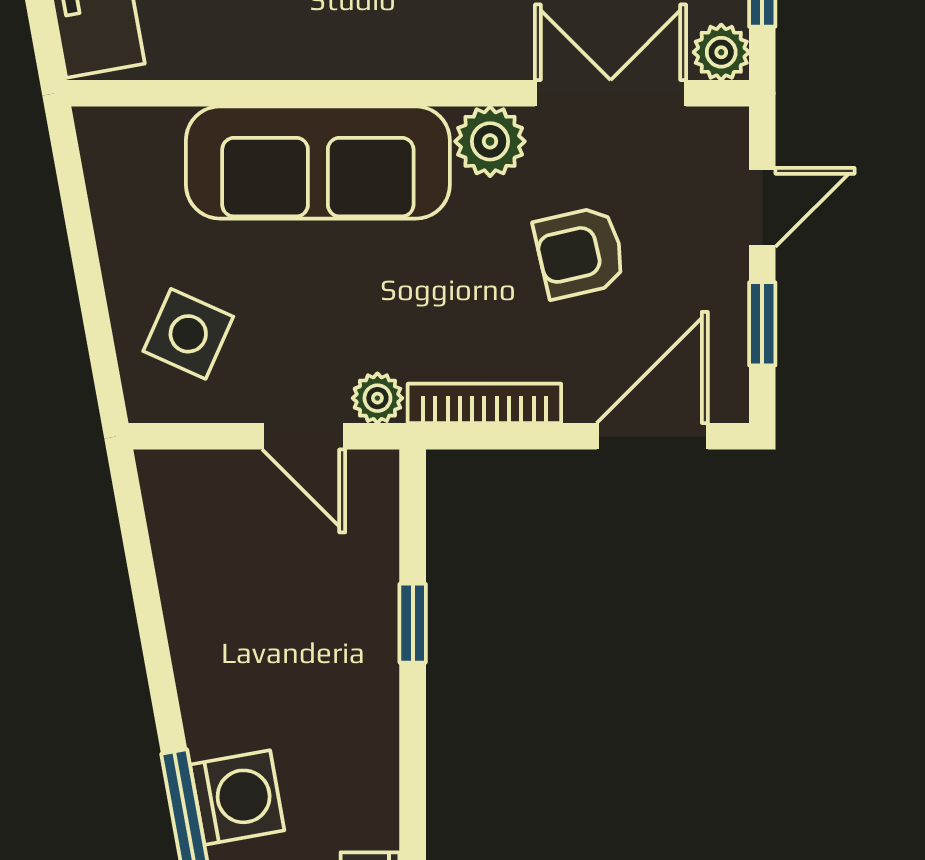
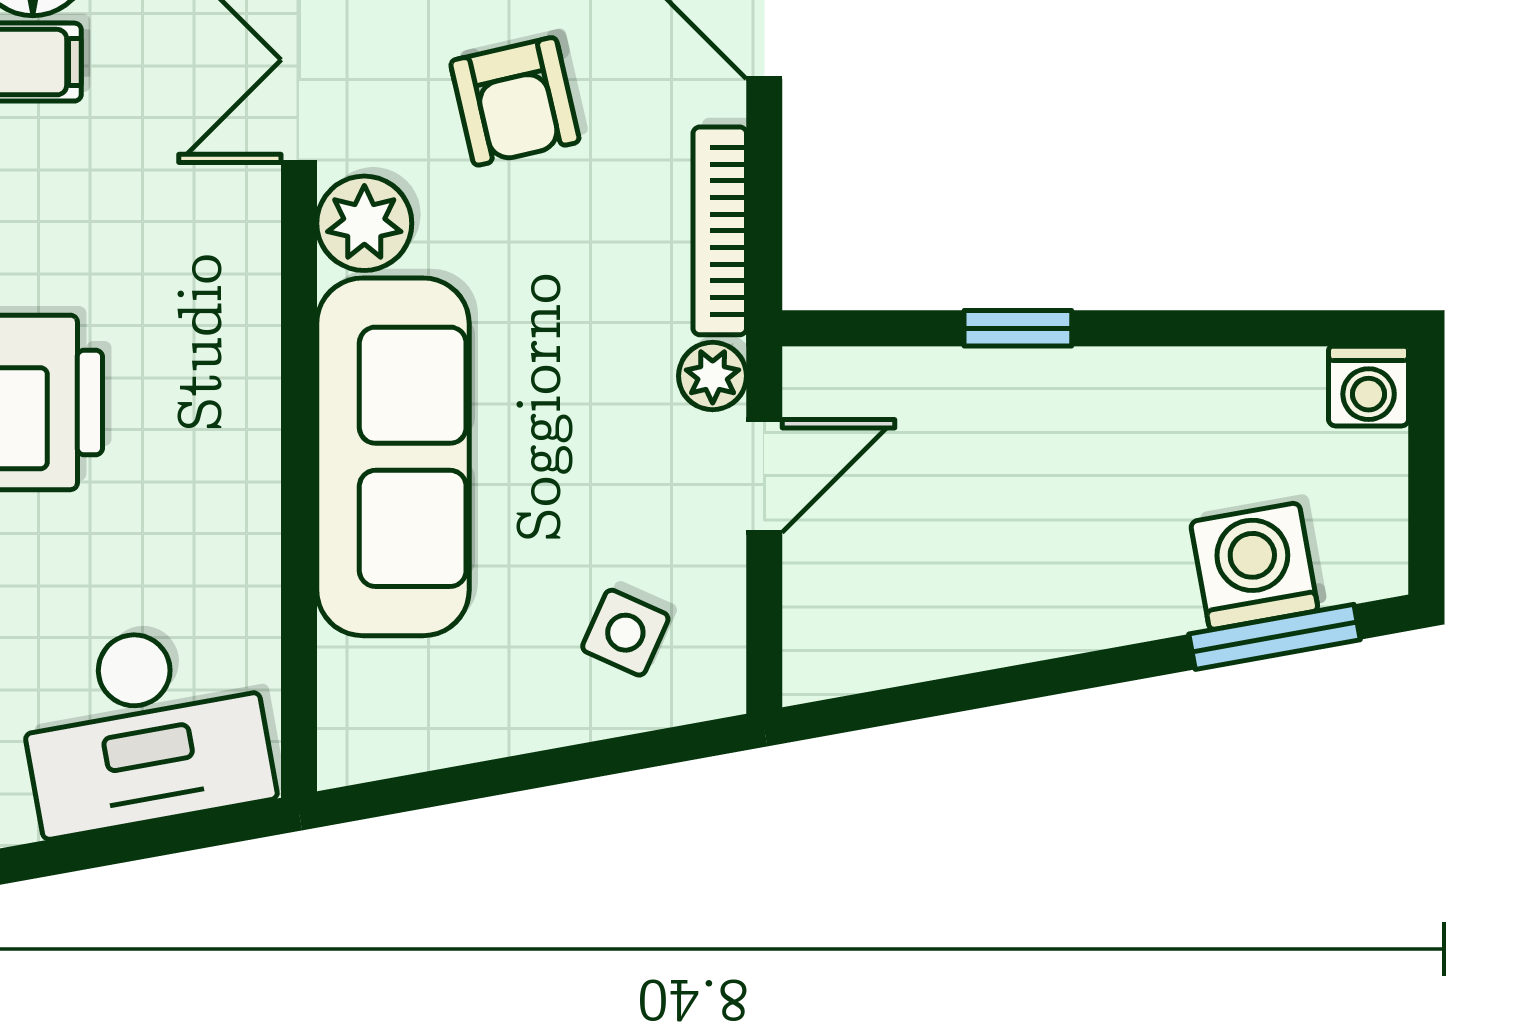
side table: (188, 334) -> (625, 633), width x0.73, depth x0.73

